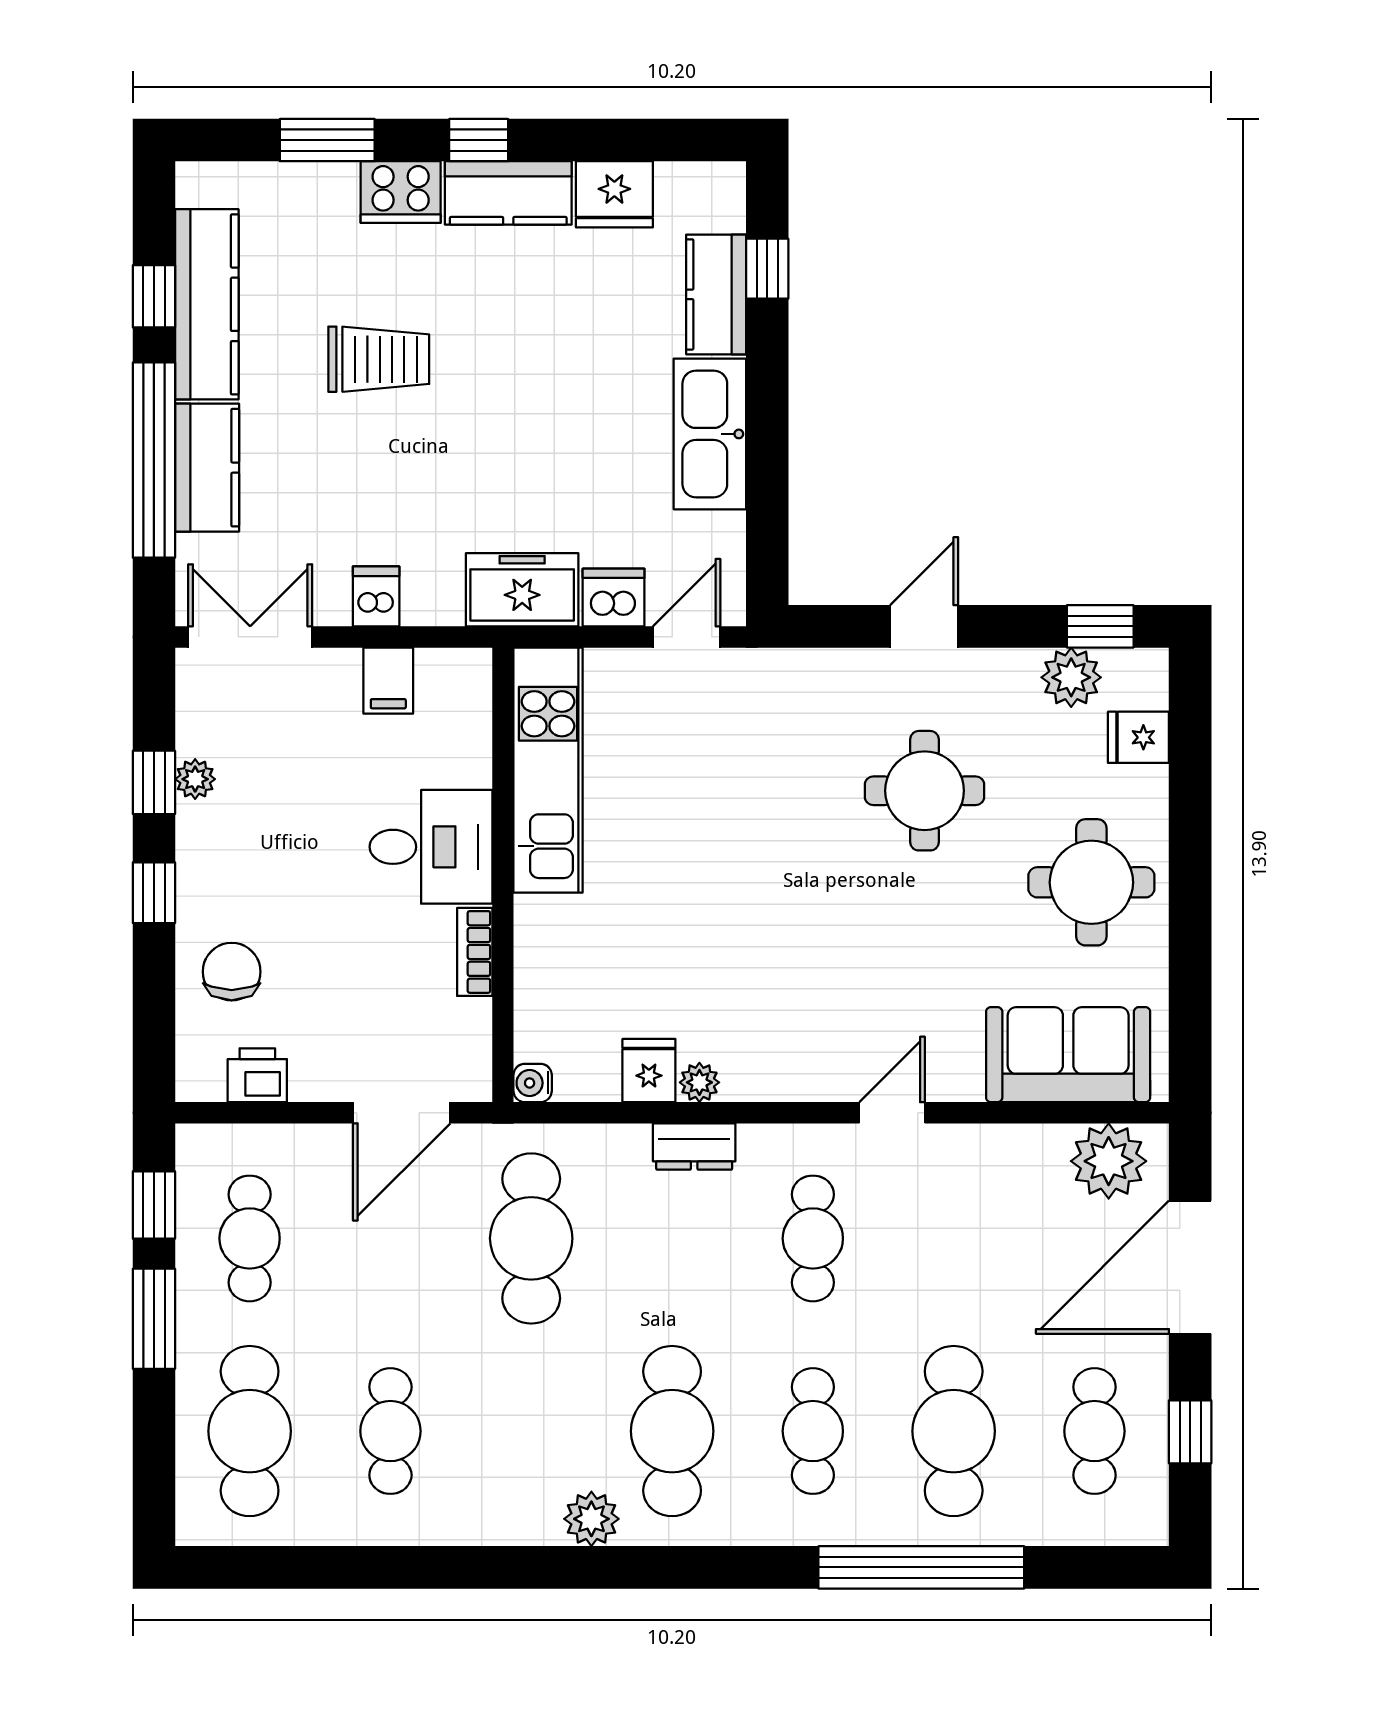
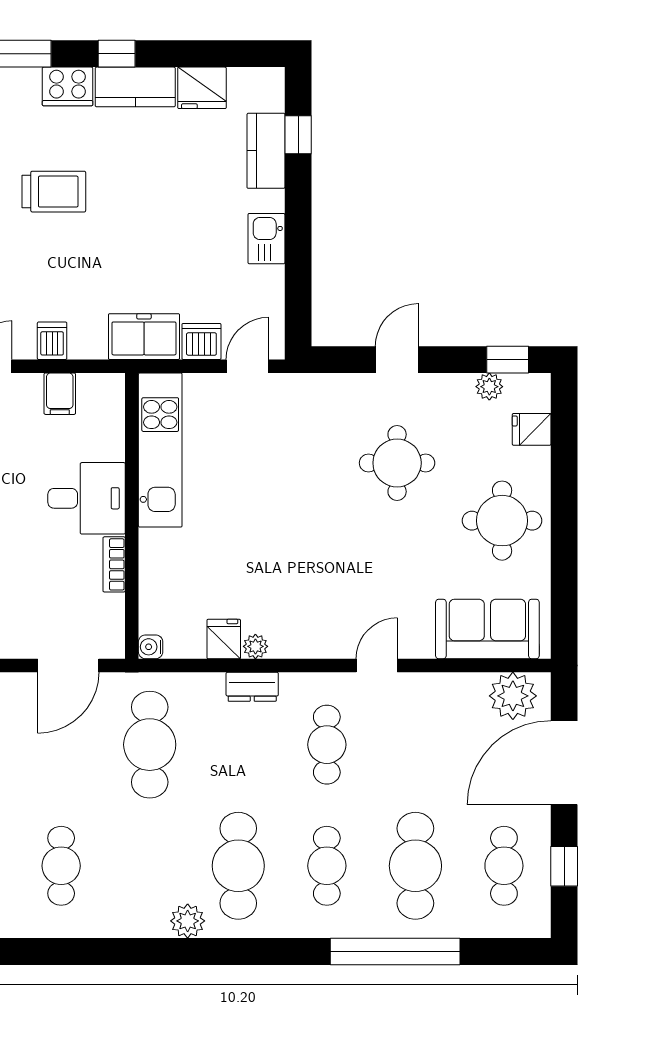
kitchen sink: (710, 434) -> (266, 239), width x0.53, depth x0.81
plant: (1071, 677) -> (489, 387), width x0.73, depth x0.73

